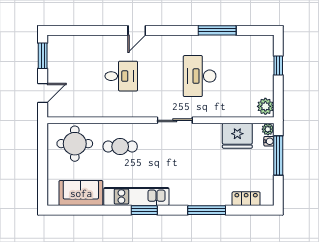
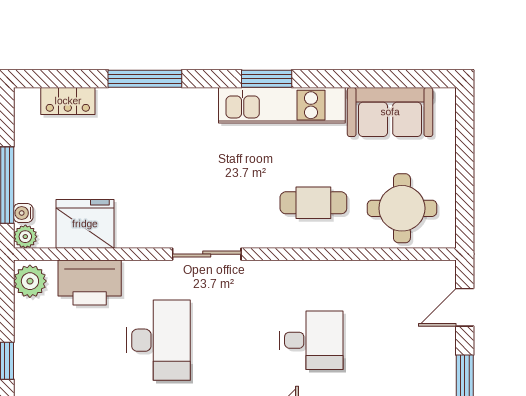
desk: (121, 76) -> (311, 340), turned 180
printer: (235, 106) -> (90, 282), added

